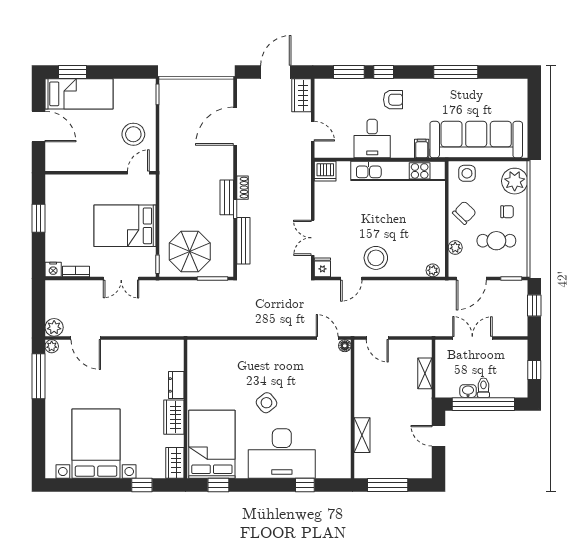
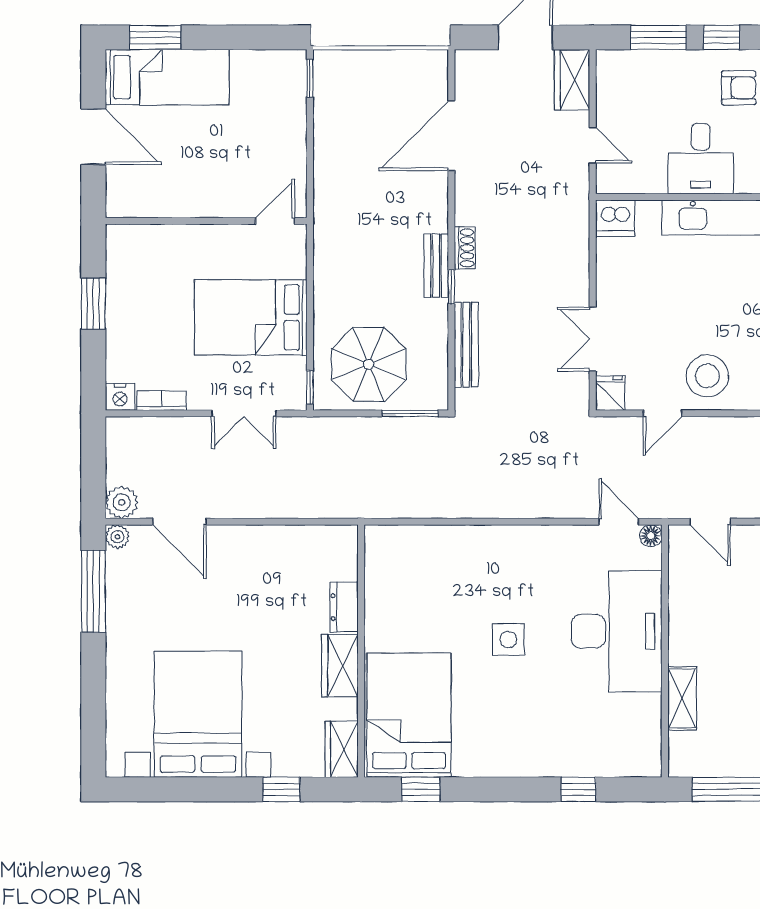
stool: (133, 134) -> (266, 151), removed
side table: (266, 403) -> (508, 639), turned 38
desk: (282, 454) -> (616, 631), moved, turned -90

